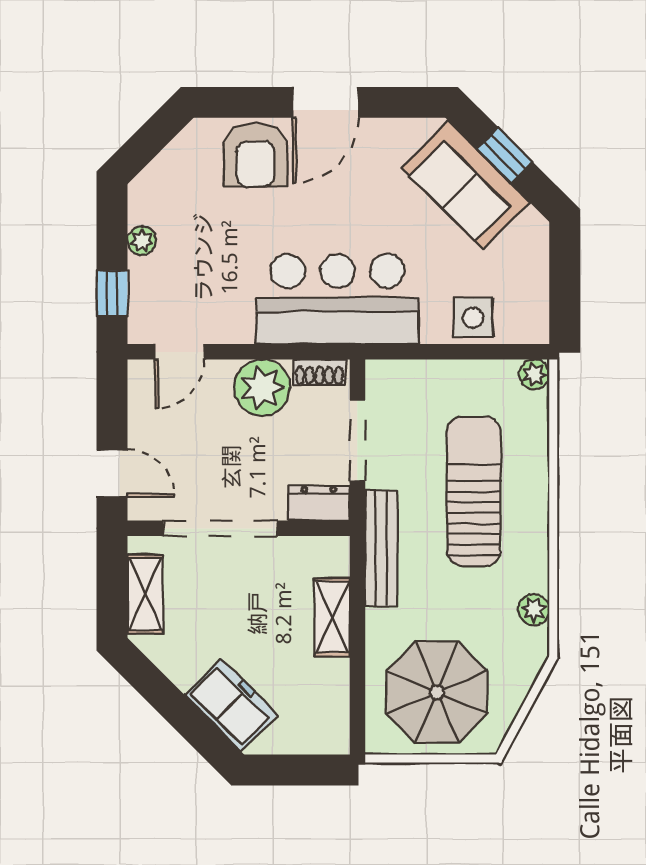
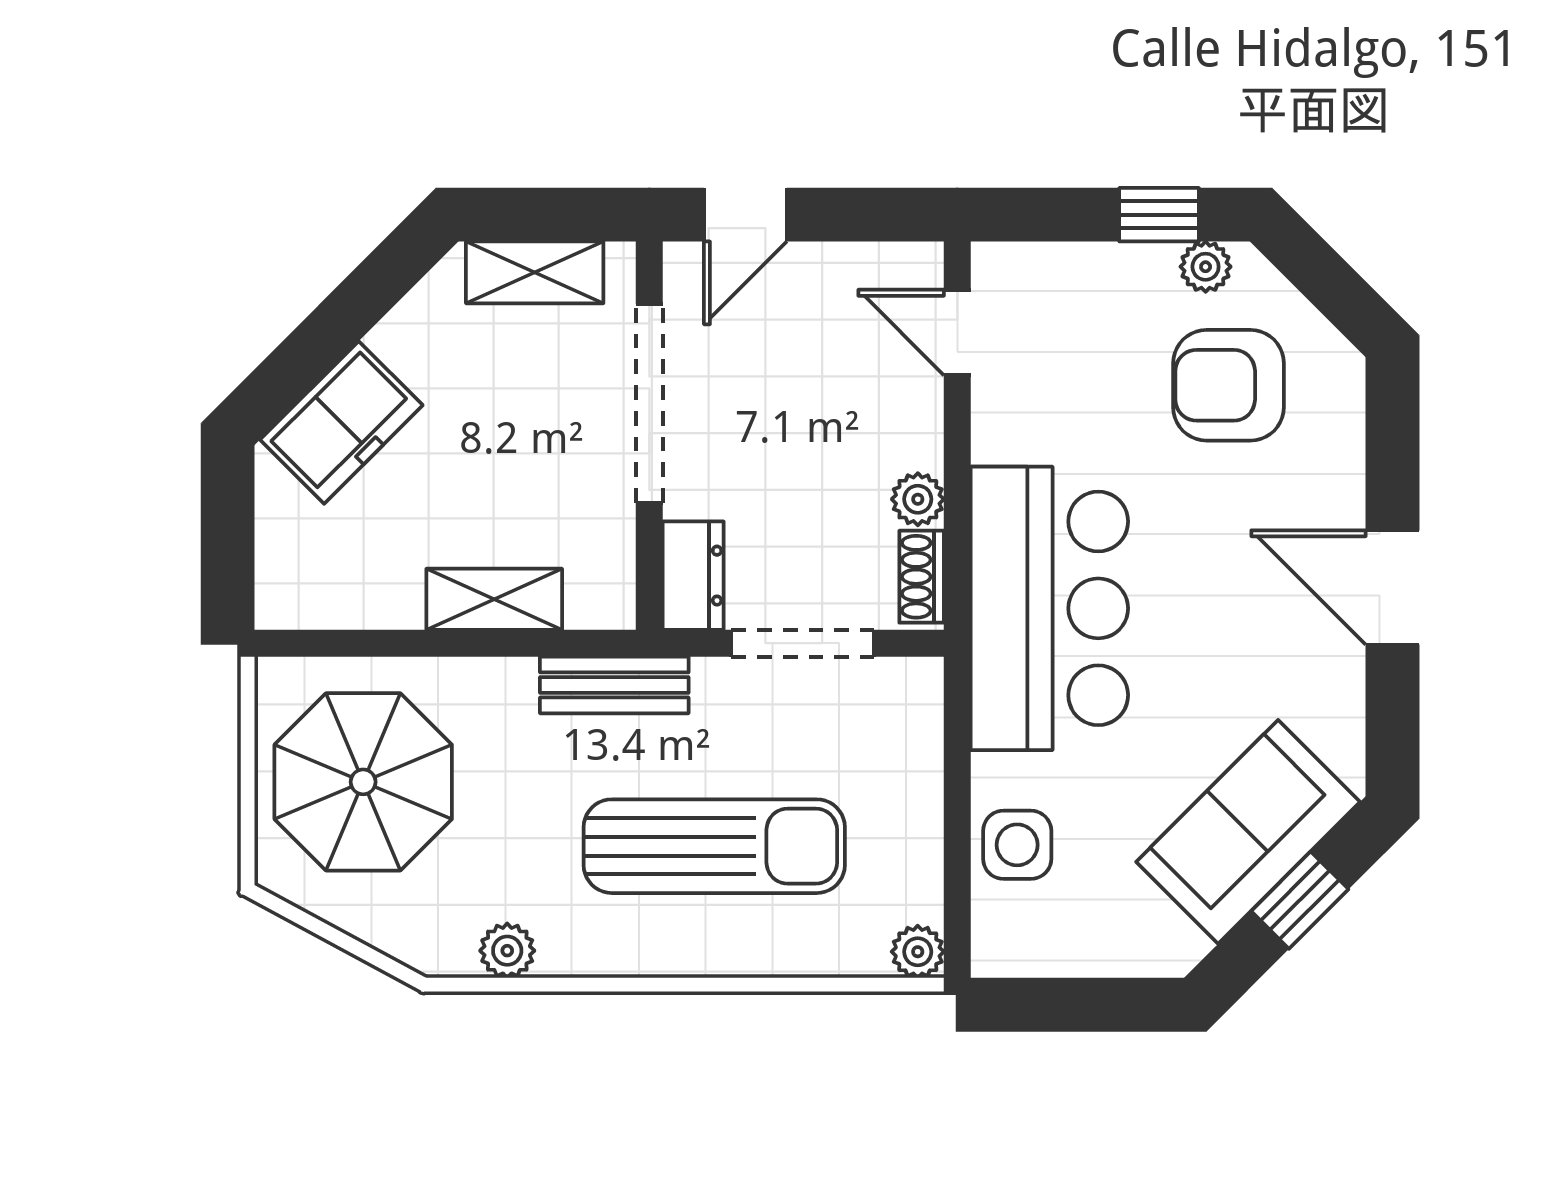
armchair: (255, 155) -> (1228, 385), moved
plant: (142, 241) -> (1206, 267), moved
window: (112, 294) -> (1159, 215), moved
plant: (262, 388) -> (918, 499), width x0.53, depth x0.53
bench: (381, 548) -> (614, 685), width x0.73

